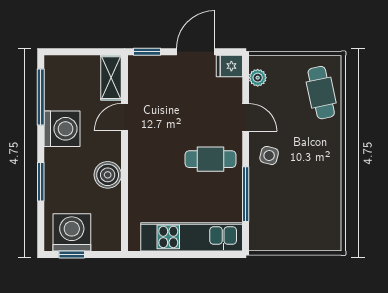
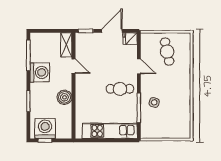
plant: (258, 78) -> (145, 45), removed
cafe table: (321, 93) -> (167, 52), moved
door: (124, 117) -> (74, 66), swing flipped
side table: (269, 155) -> (154, 102), moved

